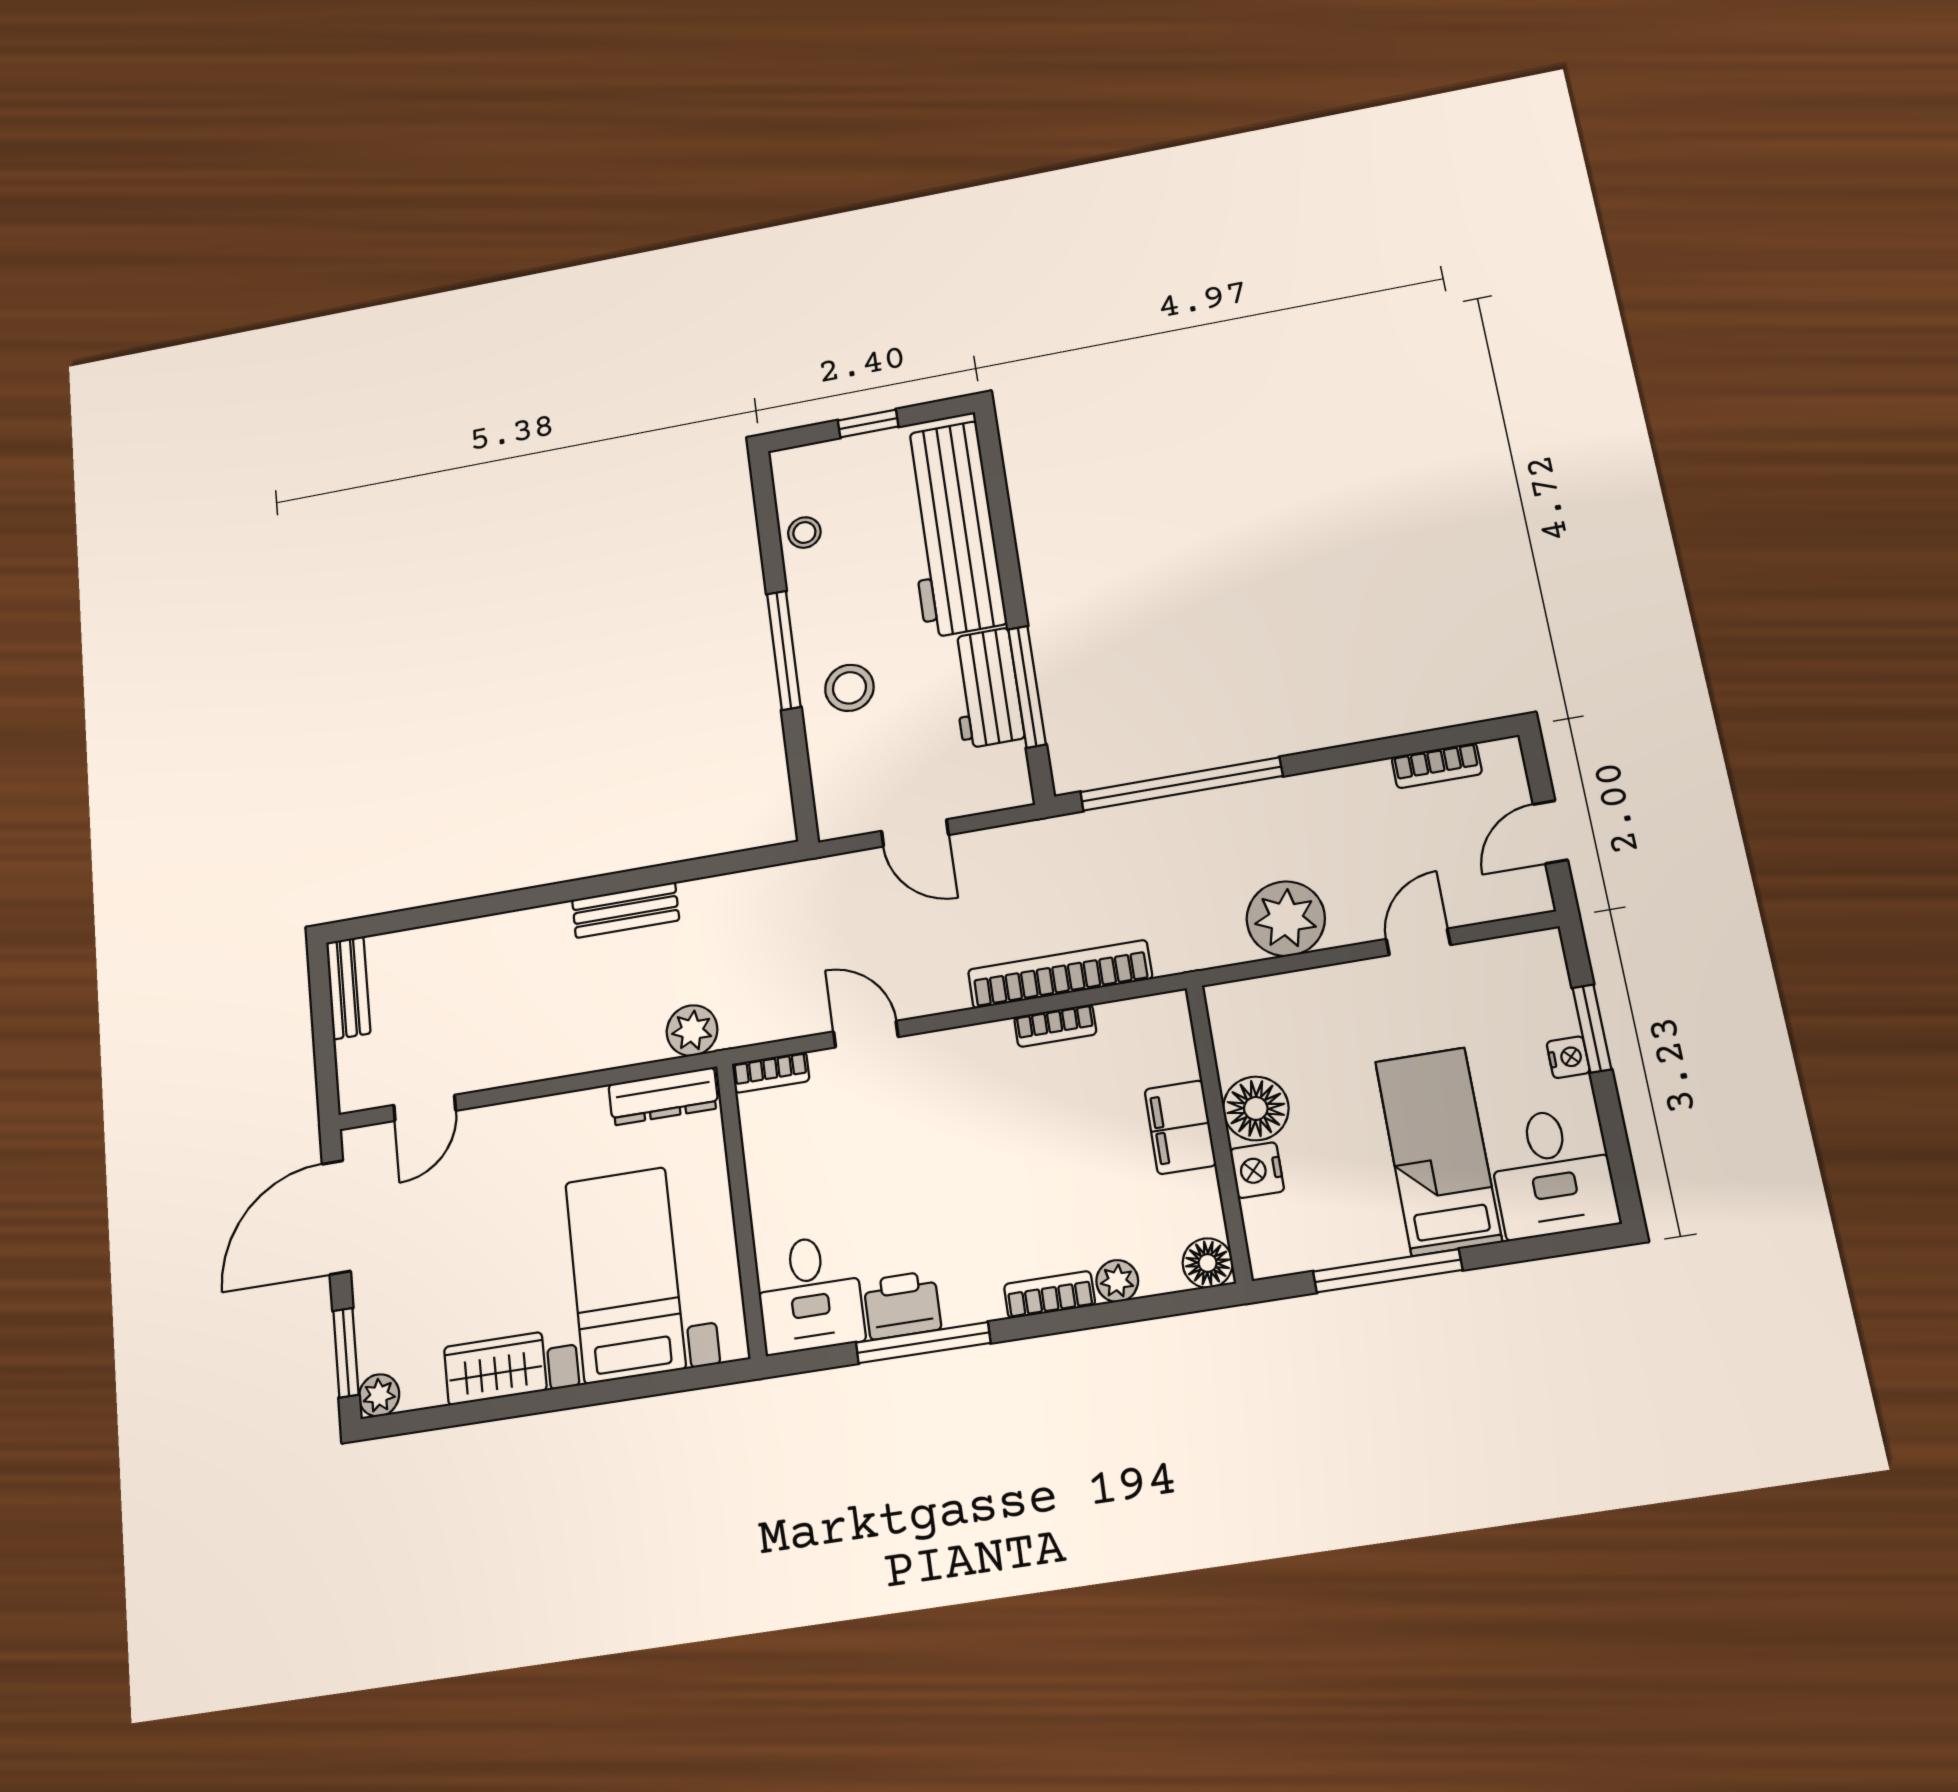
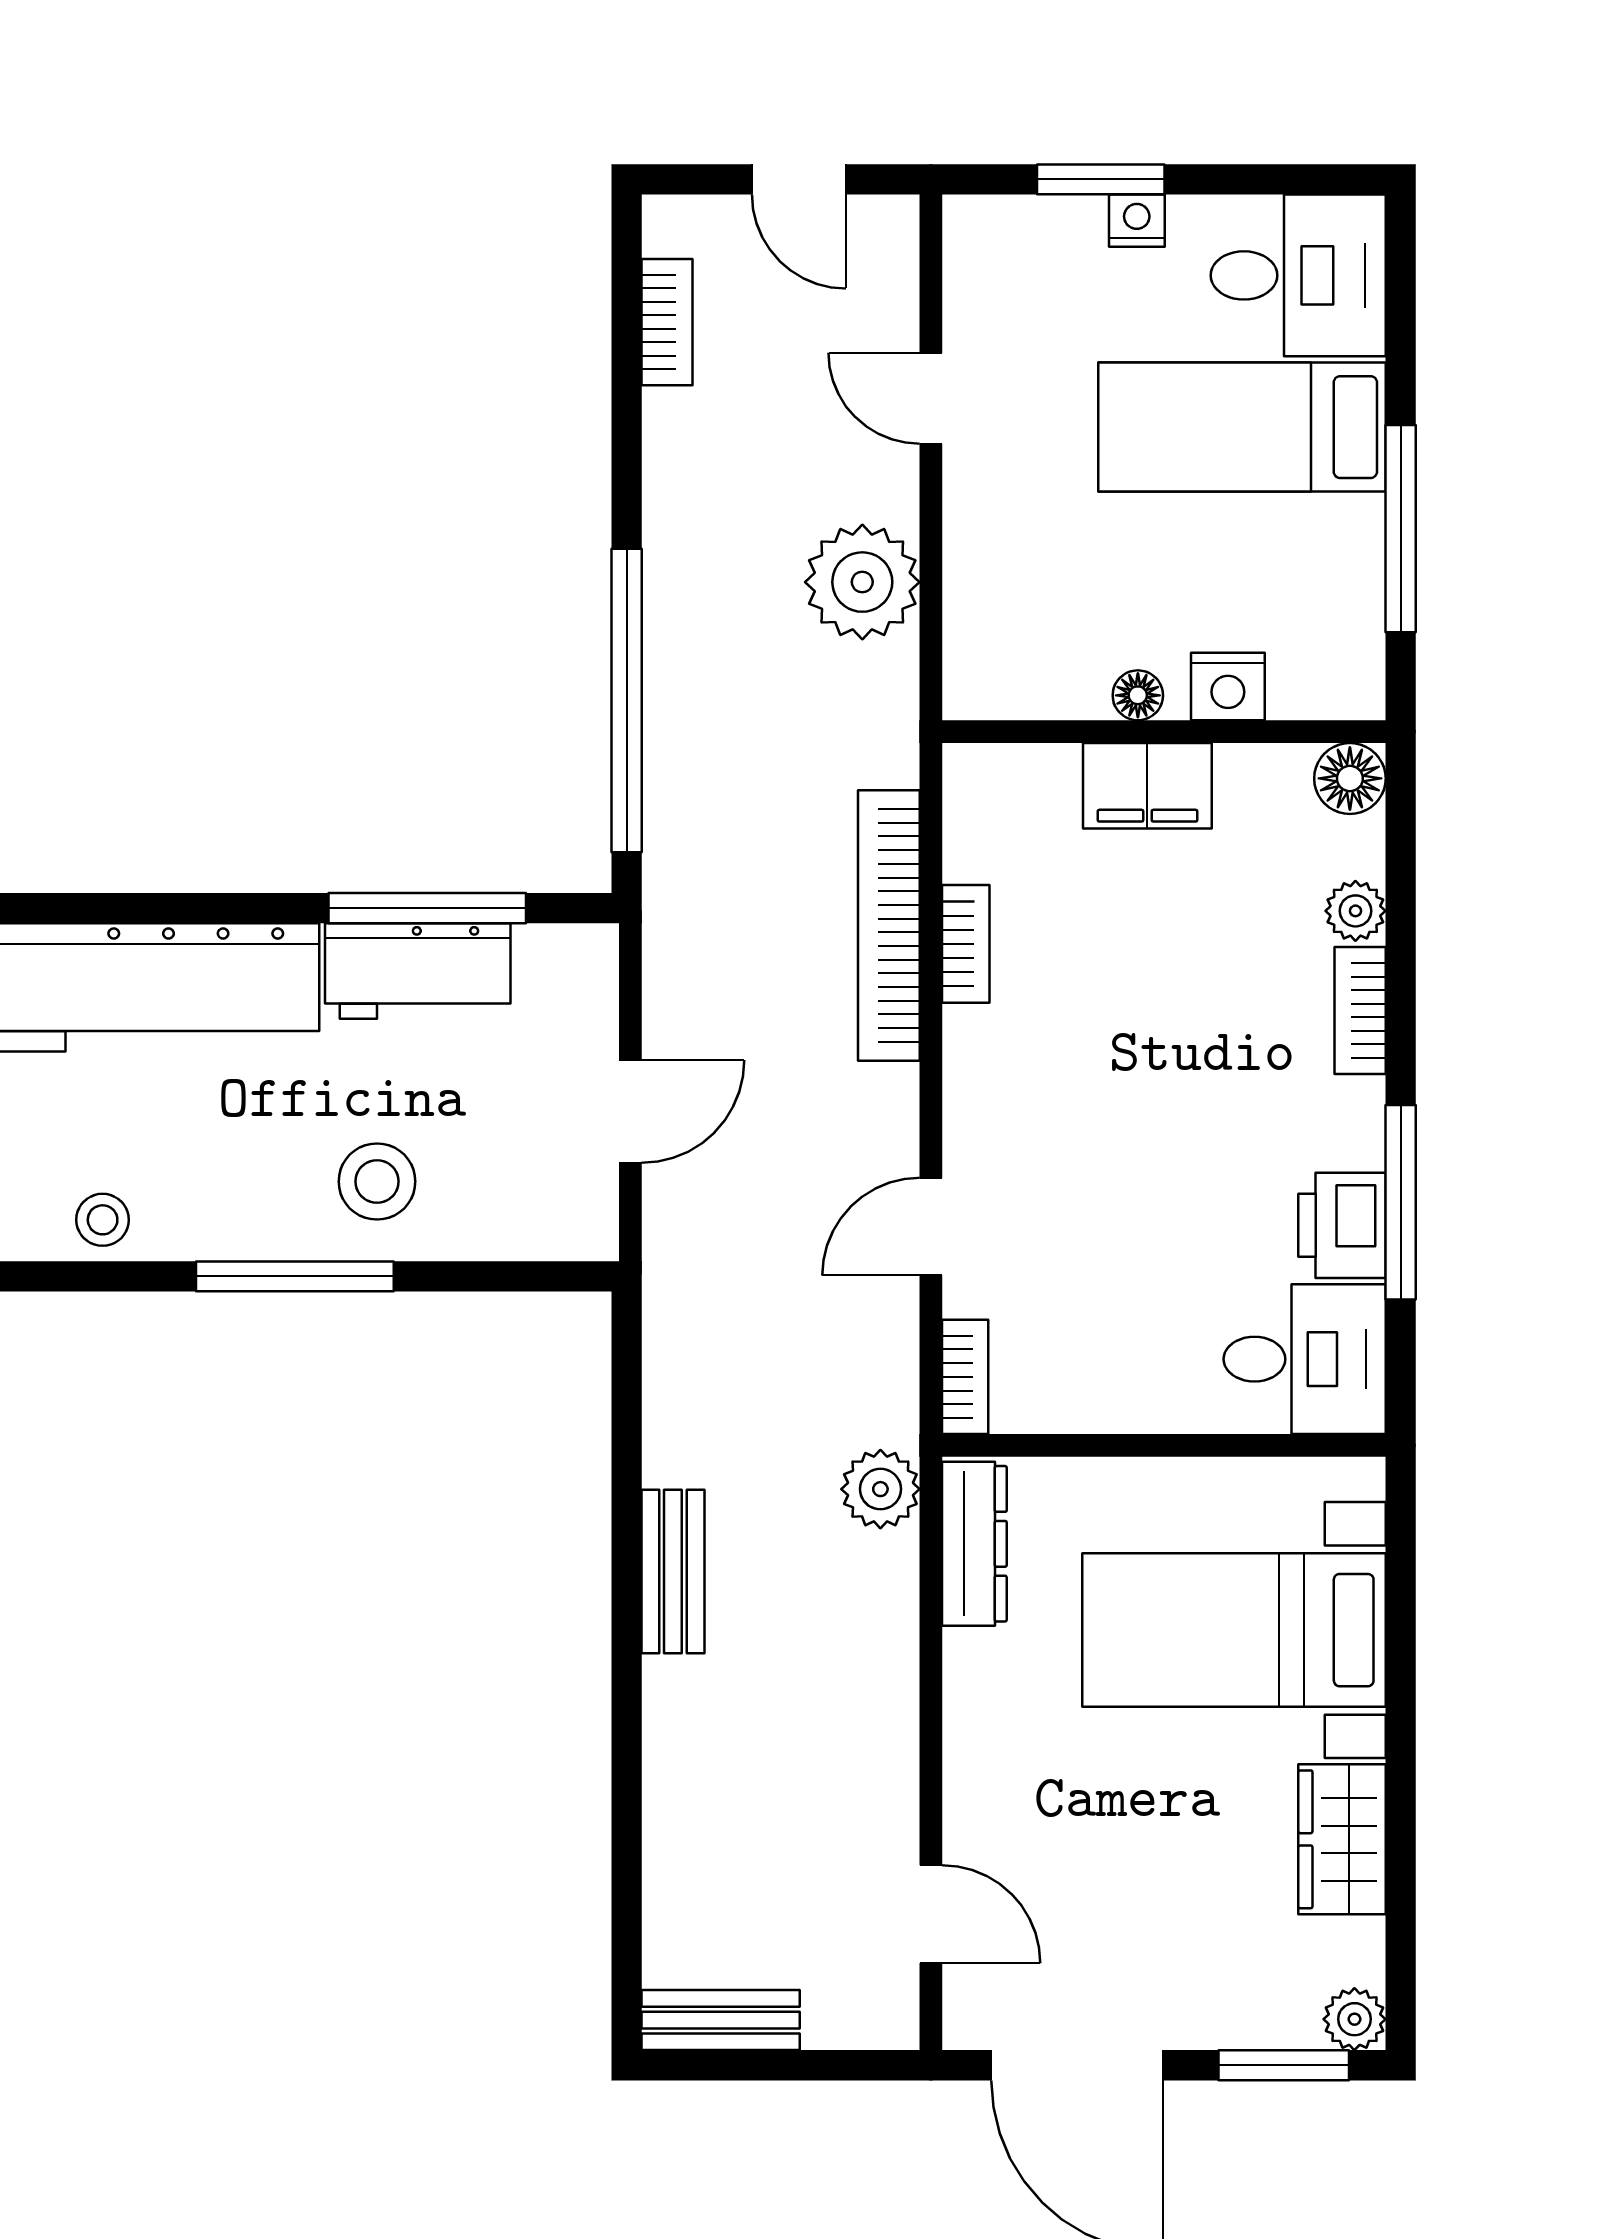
floor lamp: (1256, 1108) -> (1138, 695), width x0.53, depth x0.53

